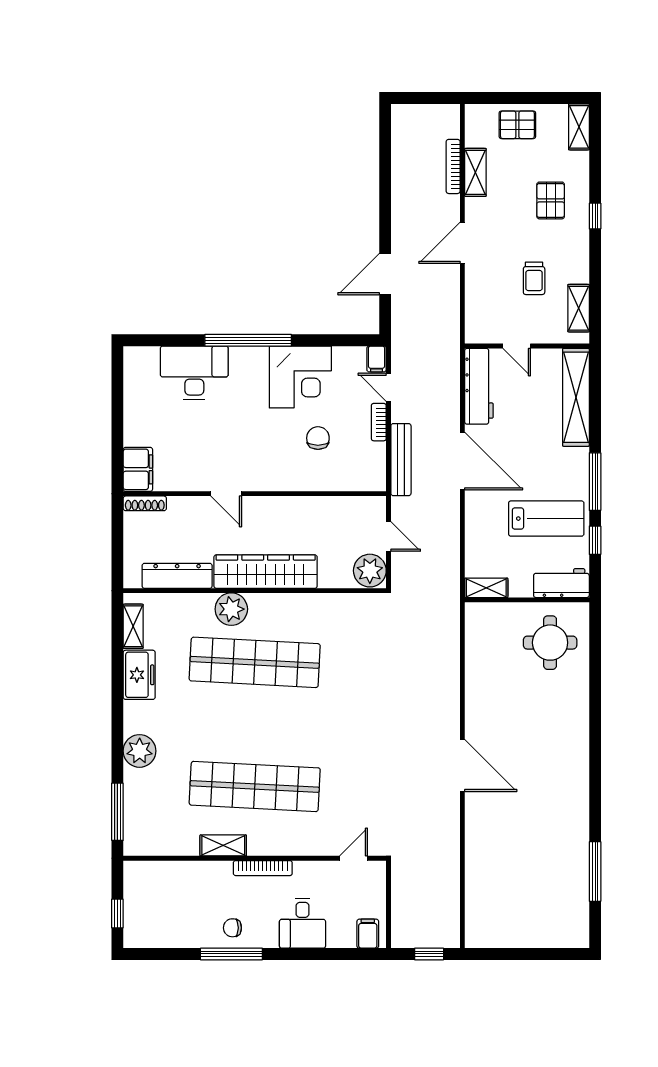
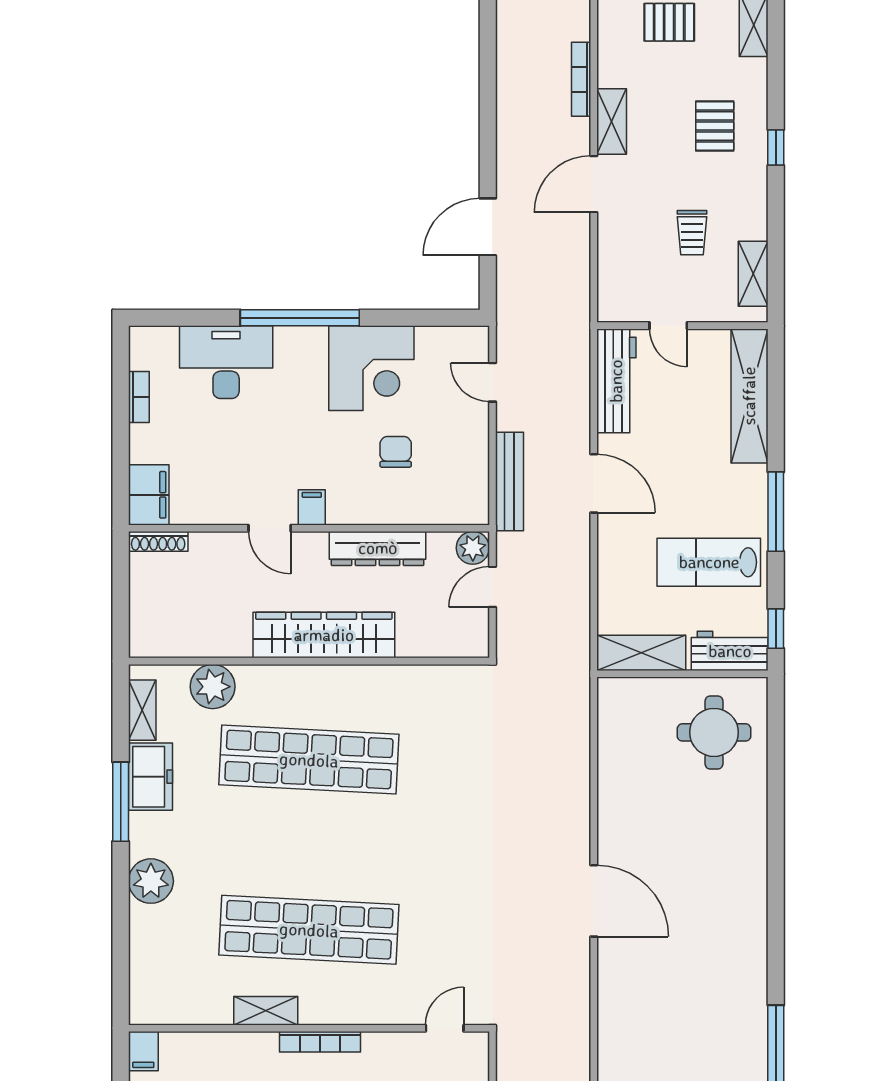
shelving: (475, 172) -> (612, 122), moved
filing cabinet: (377, 359) -> (312, 507), moved, turned 180
bookcase: (379, 422) -> (139, 397), moved, turned 180
door: (462, 461) -> (594, 483), width x0.73
lab bench: (546, 519) -> (709, 562), turned 180
door: (389, 536) -> (492, 587), swing flipped
window: (595, 540) -> (776, 629), moved
plant: (370, 571) -> (473, 548), moved, width x0.73, depth x0.73
dresser: (177, 576) -> (378, 548), moved, turned 180
shelving: (486, 588) -> (641, 653), width x1.50, depth x1.33
plant: (231, 609) -> (213, 687), moved
window: (117, 812) -> (121, 802), moved
filing cabinet: (134, 875) -> (143, 1051), added

